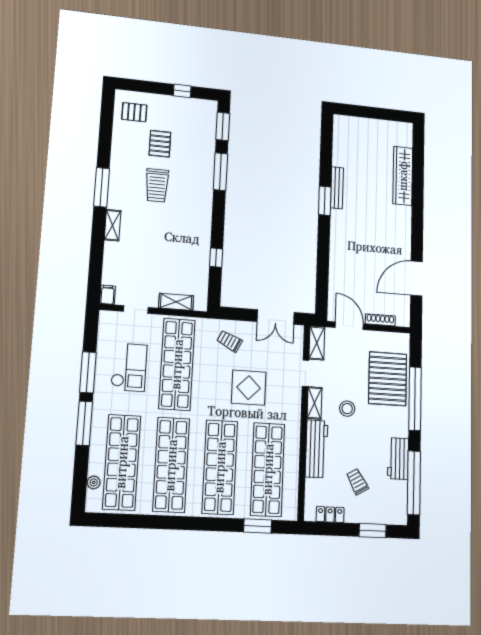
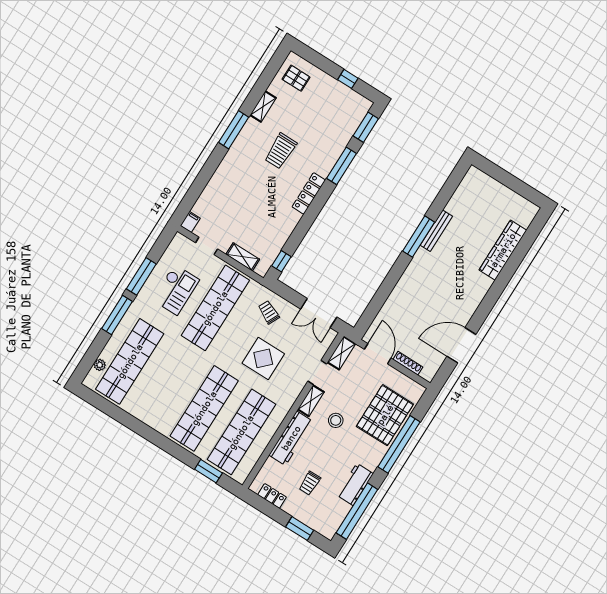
pallet: (160, 144) -> (303, 116), removed
window: (325, 201) -> (419, 237), width x1.44
locker: (205, 212) -> (309, 193), added
shelving: (113, 225) -> (263, 107), moved
window: (216, 258) -> (281, 261), moved
shop shelf: (171, 465) -> (167, 385), removed
trolley: (357, 482) -> (310, 483), turned -150

